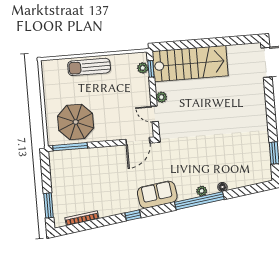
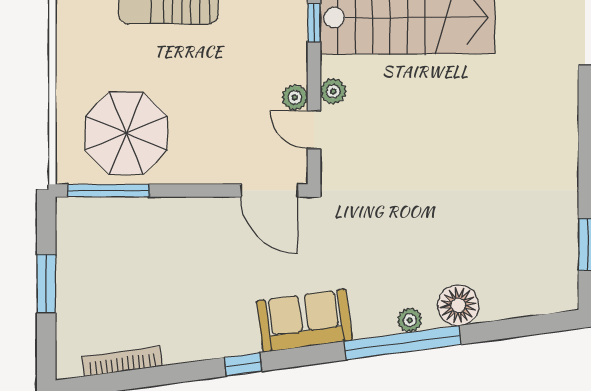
plant: (143, 68) -> (295, 97), moved
door: (138, 141) -> (269, 191), hinge flipped
floor lamp: (222, 187) -> (458, 305), width x1.89, depth x1.89
window: (49, 205) -> (46, 284), moved

